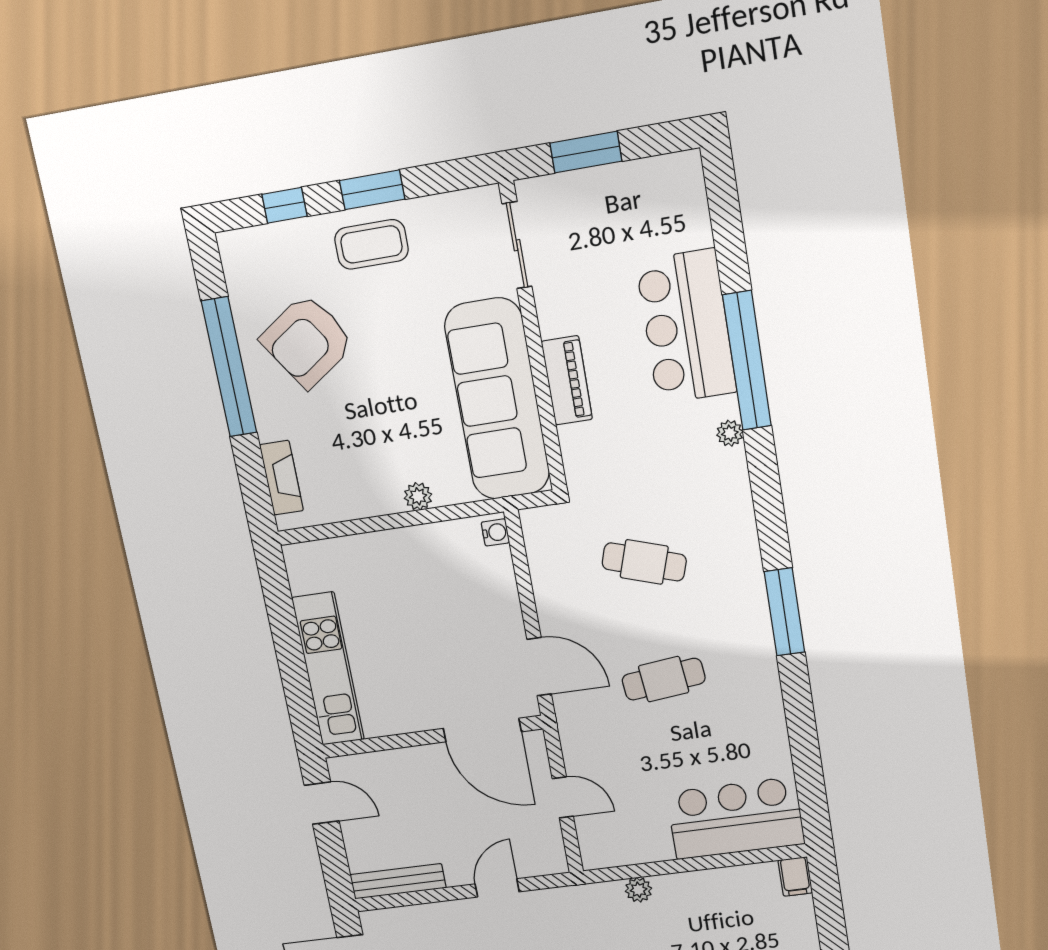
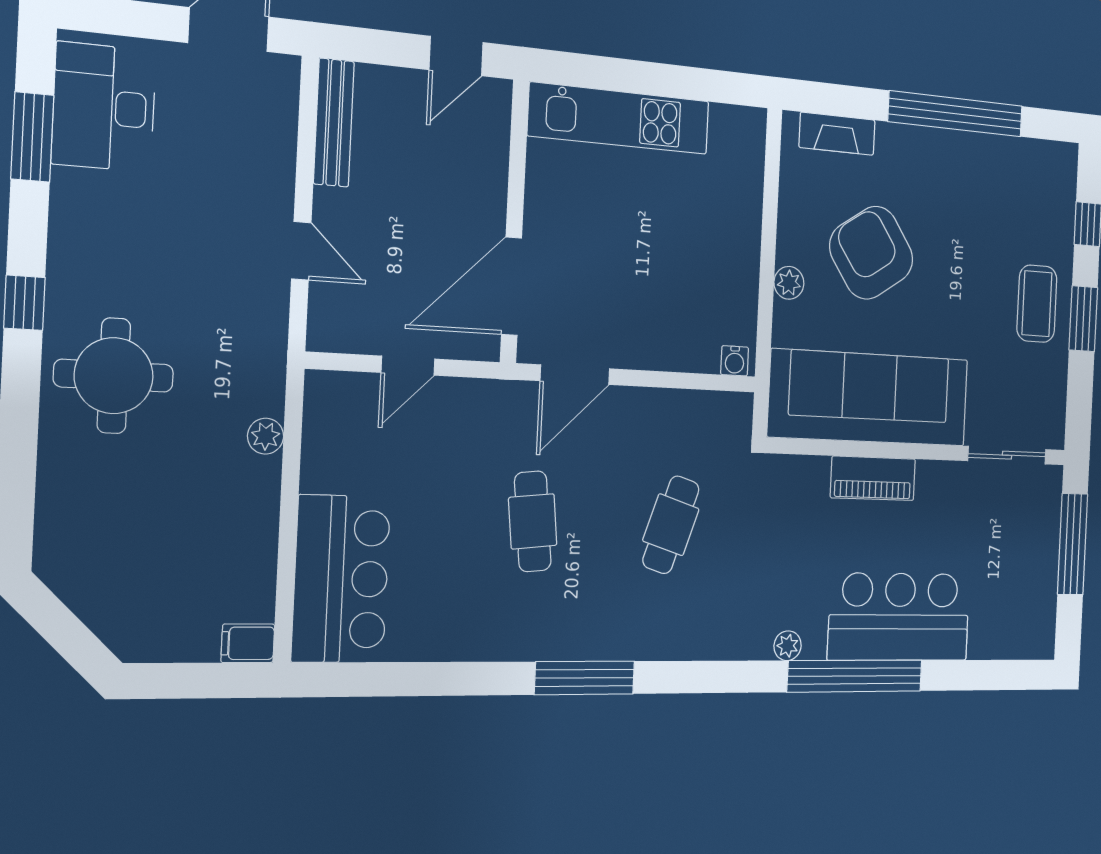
window: (586, 152) -> (1073, 544), width x1.44
armchair: (307, 341) -> (871, 253), moved

